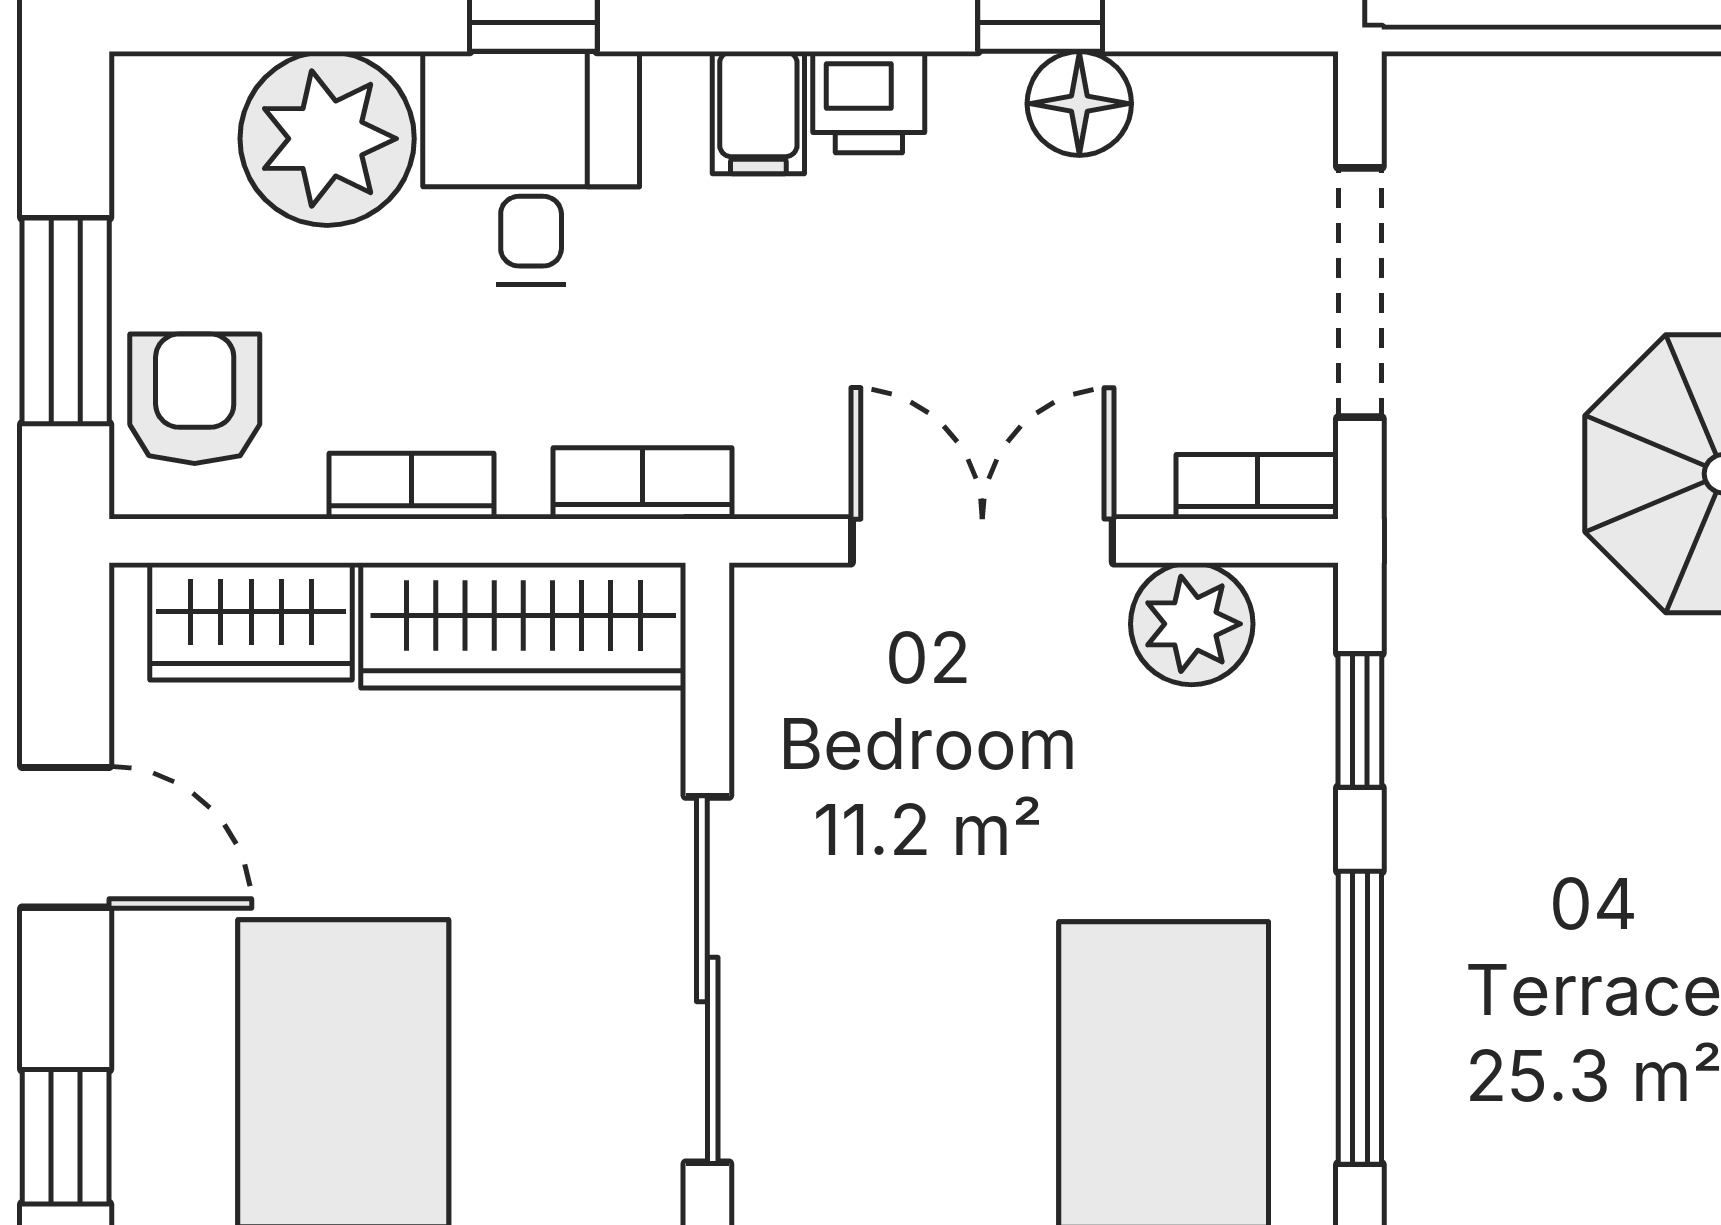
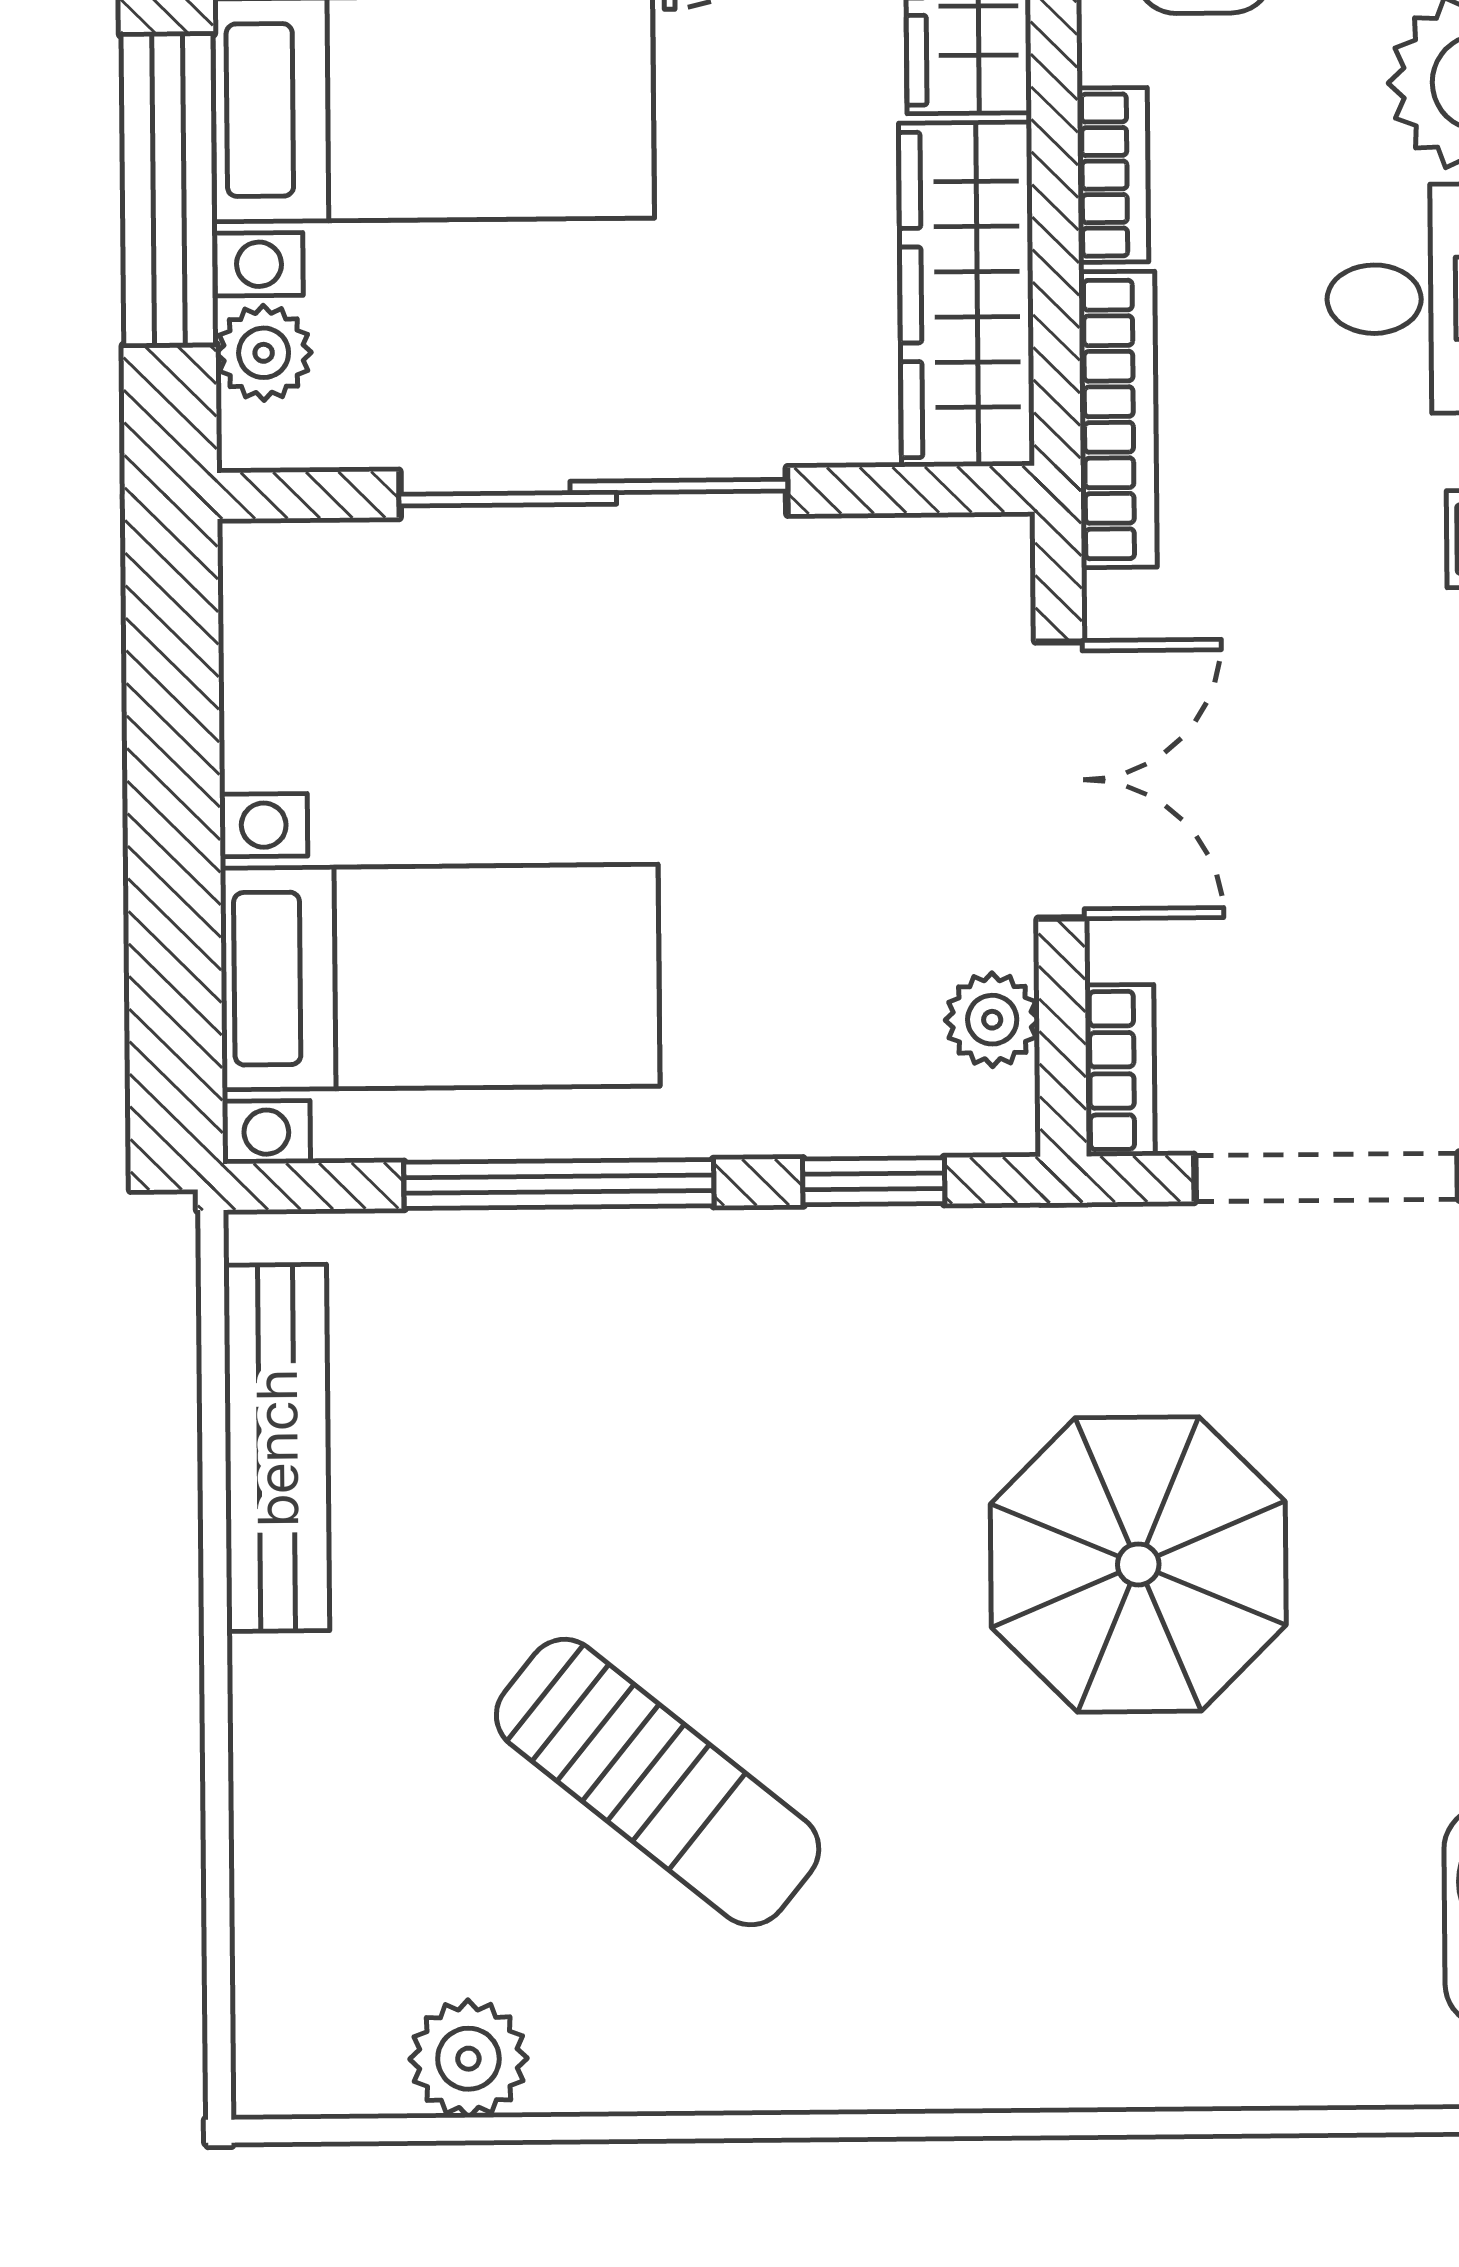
bookcase: (642, 483) -> (1118, 419), width x1.56
plant: (1192, 624) -> (992, 1020), width x0.73, depth x0.73

